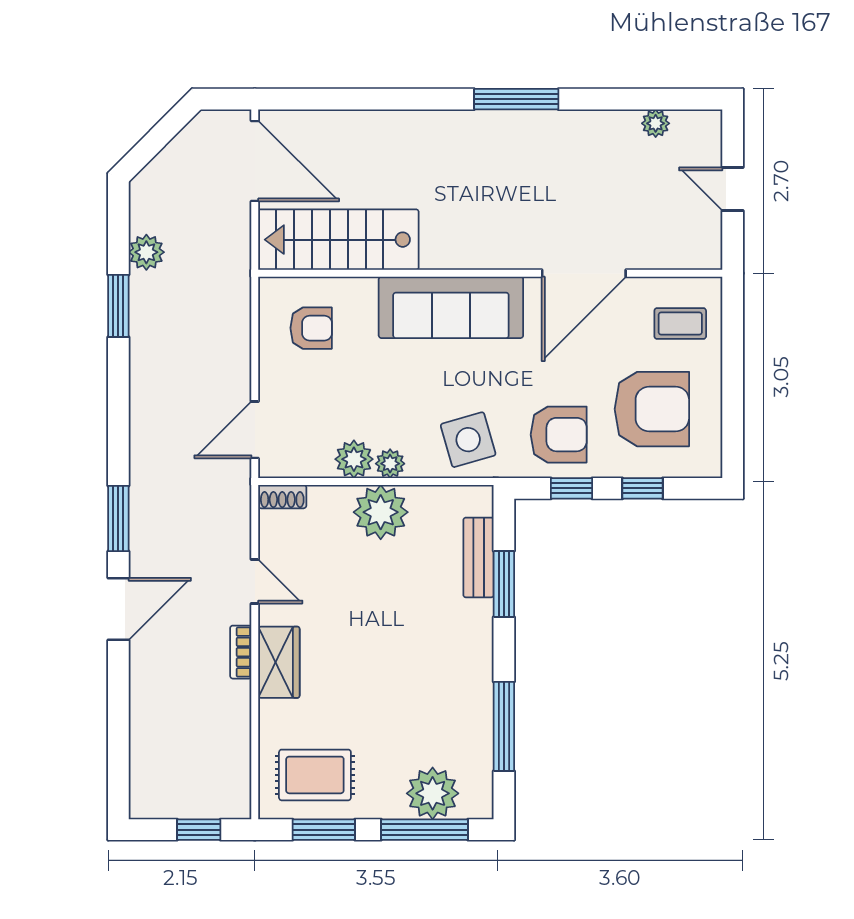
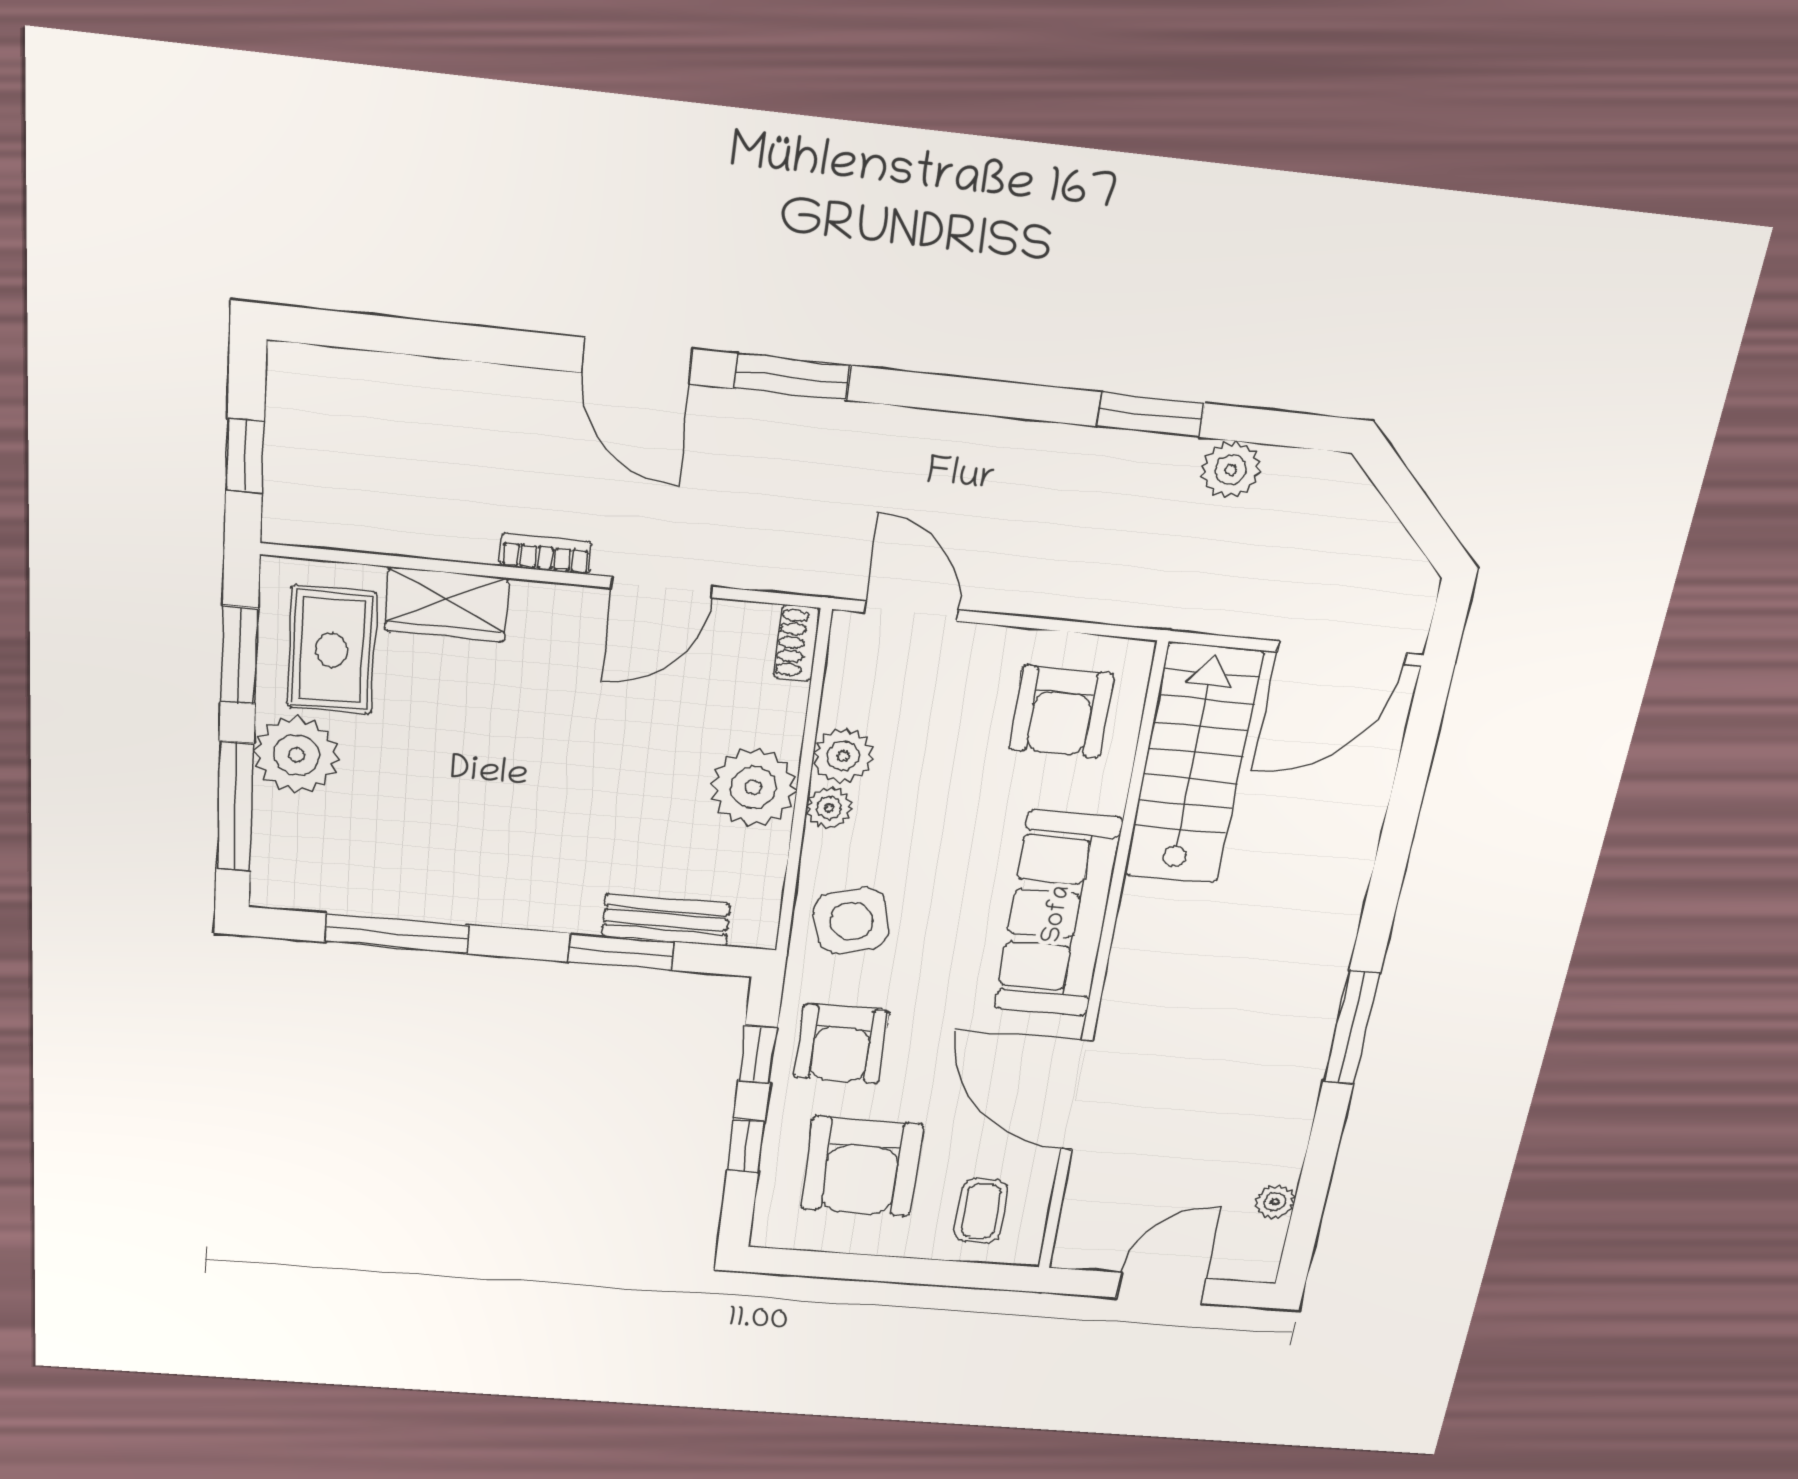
door: (733, 189) -> (1161, 1288), width x1.38
armchair: (311, 328) -> (1061, 712), width x1.38, depth x1.38
door: (255, 581) -> (662, 587), width x1.38
wardrobe: (279, 662) -> (447, 605), moved
plant: (433, 793) -> (297, 755), moved

